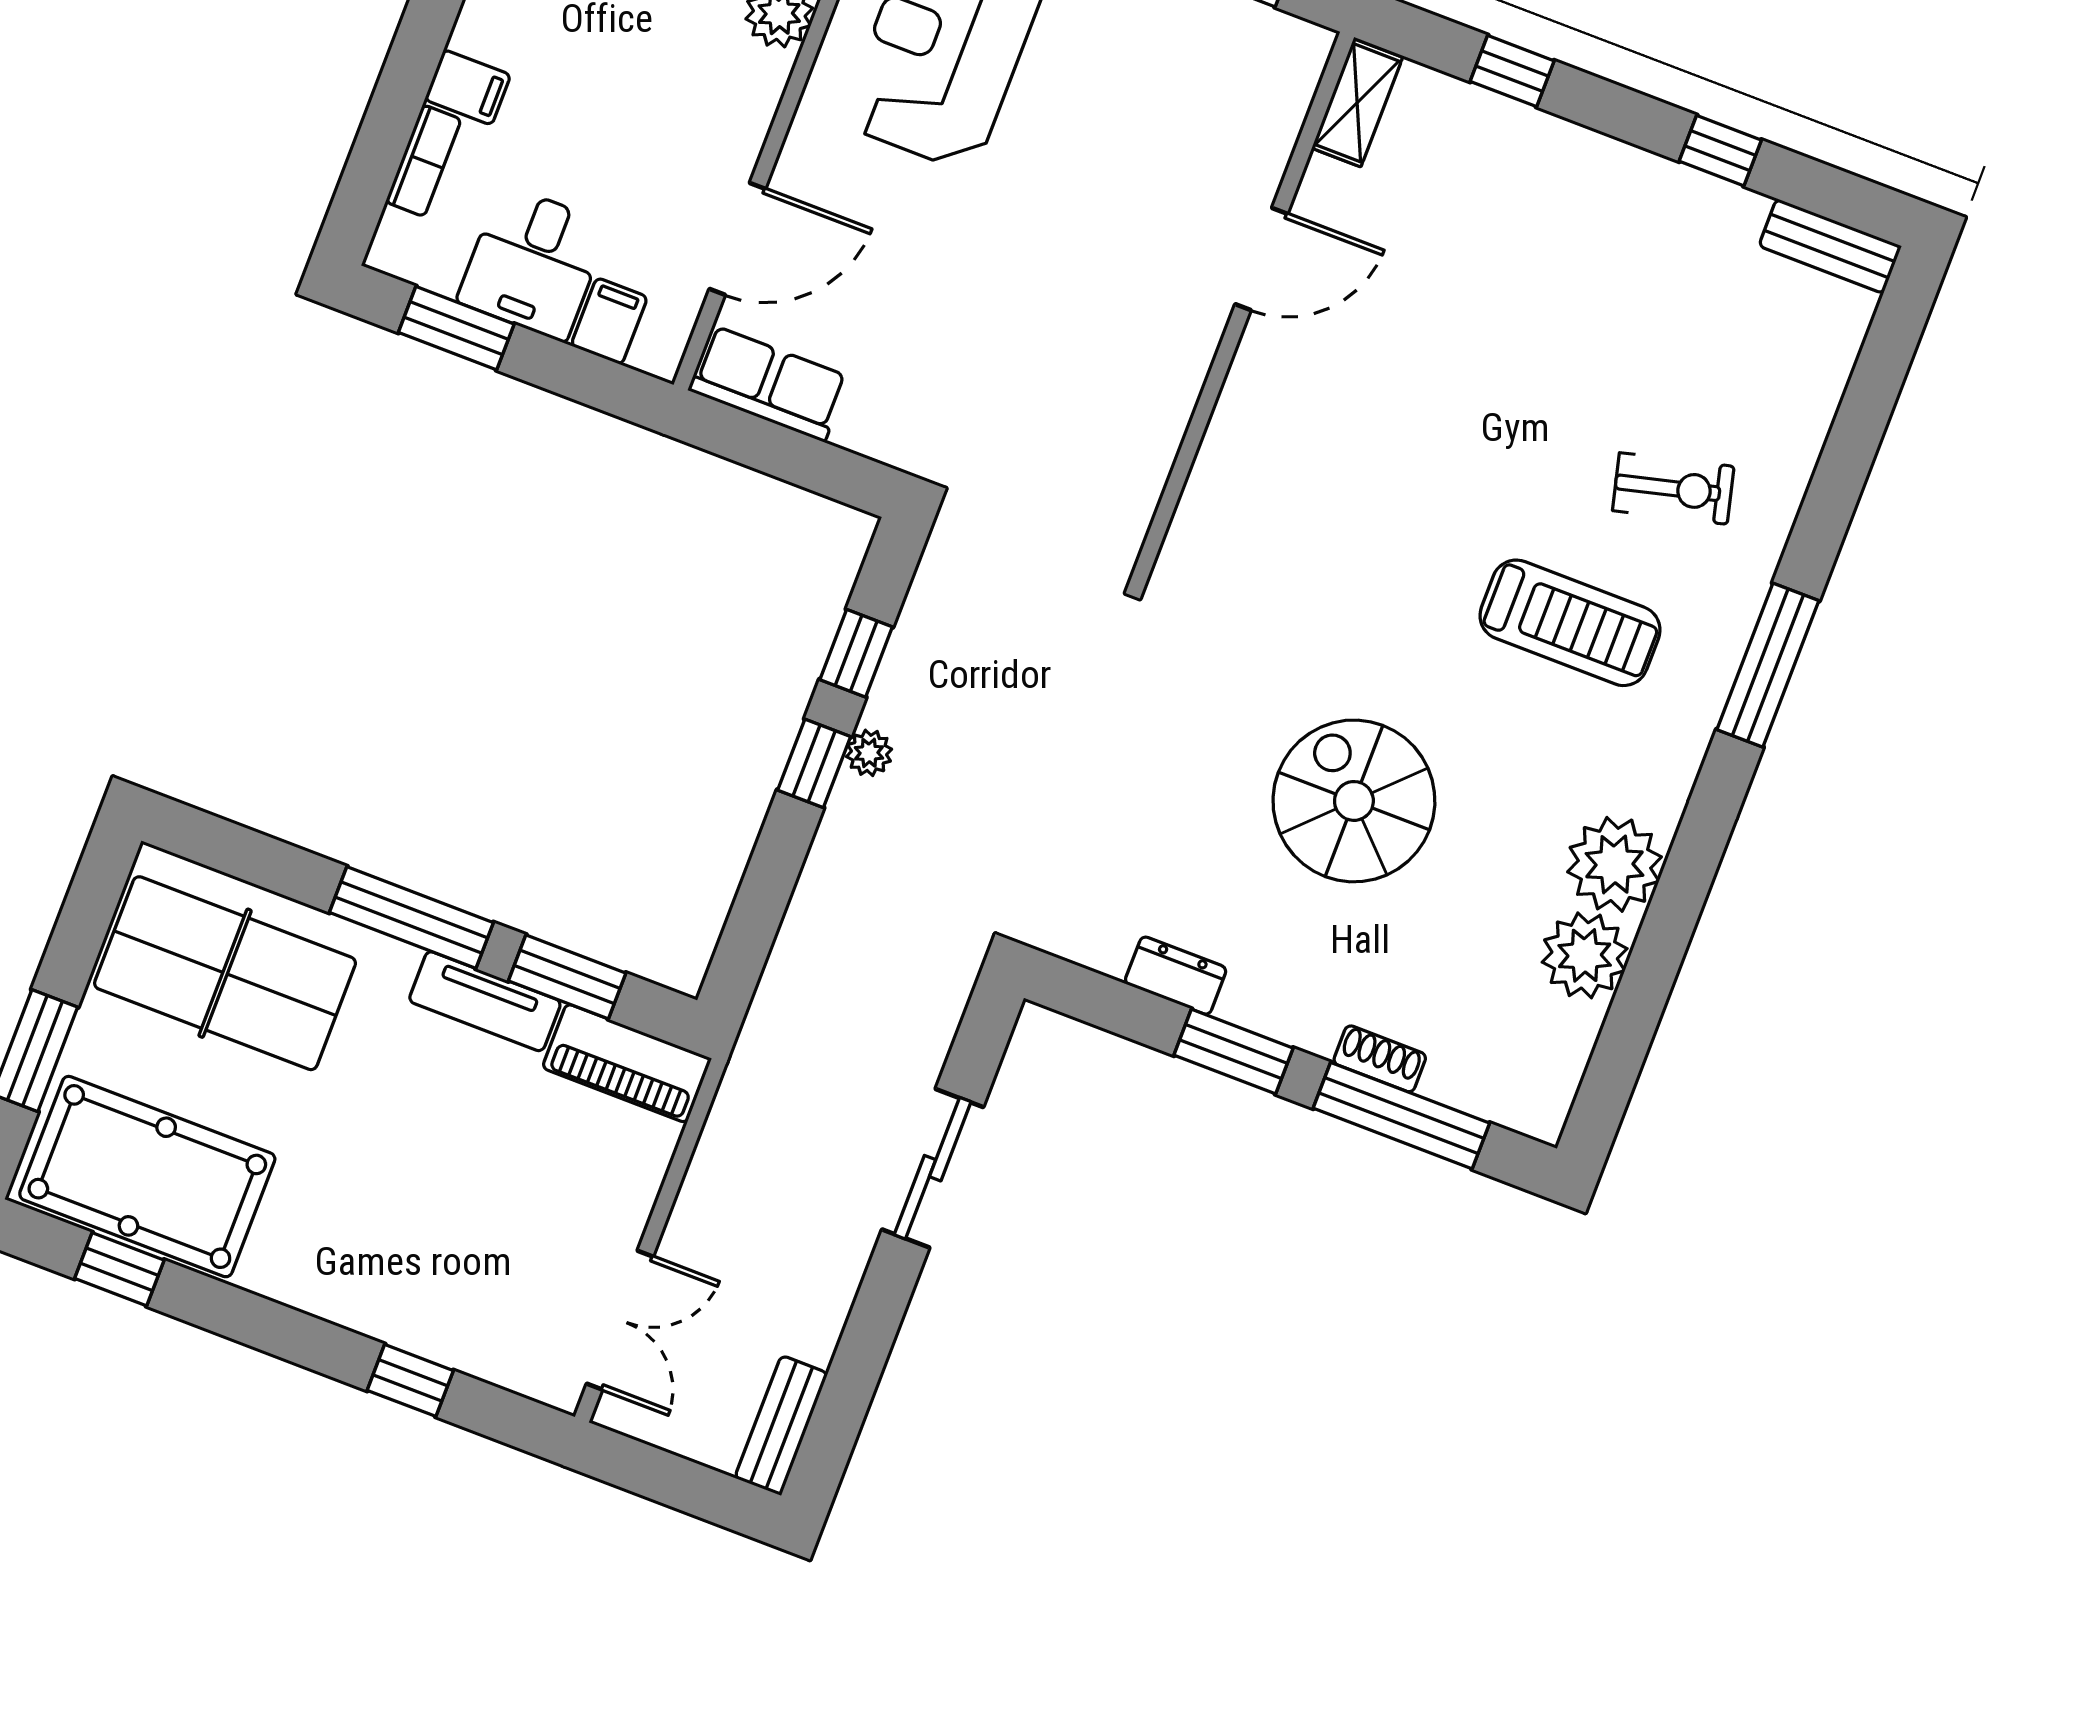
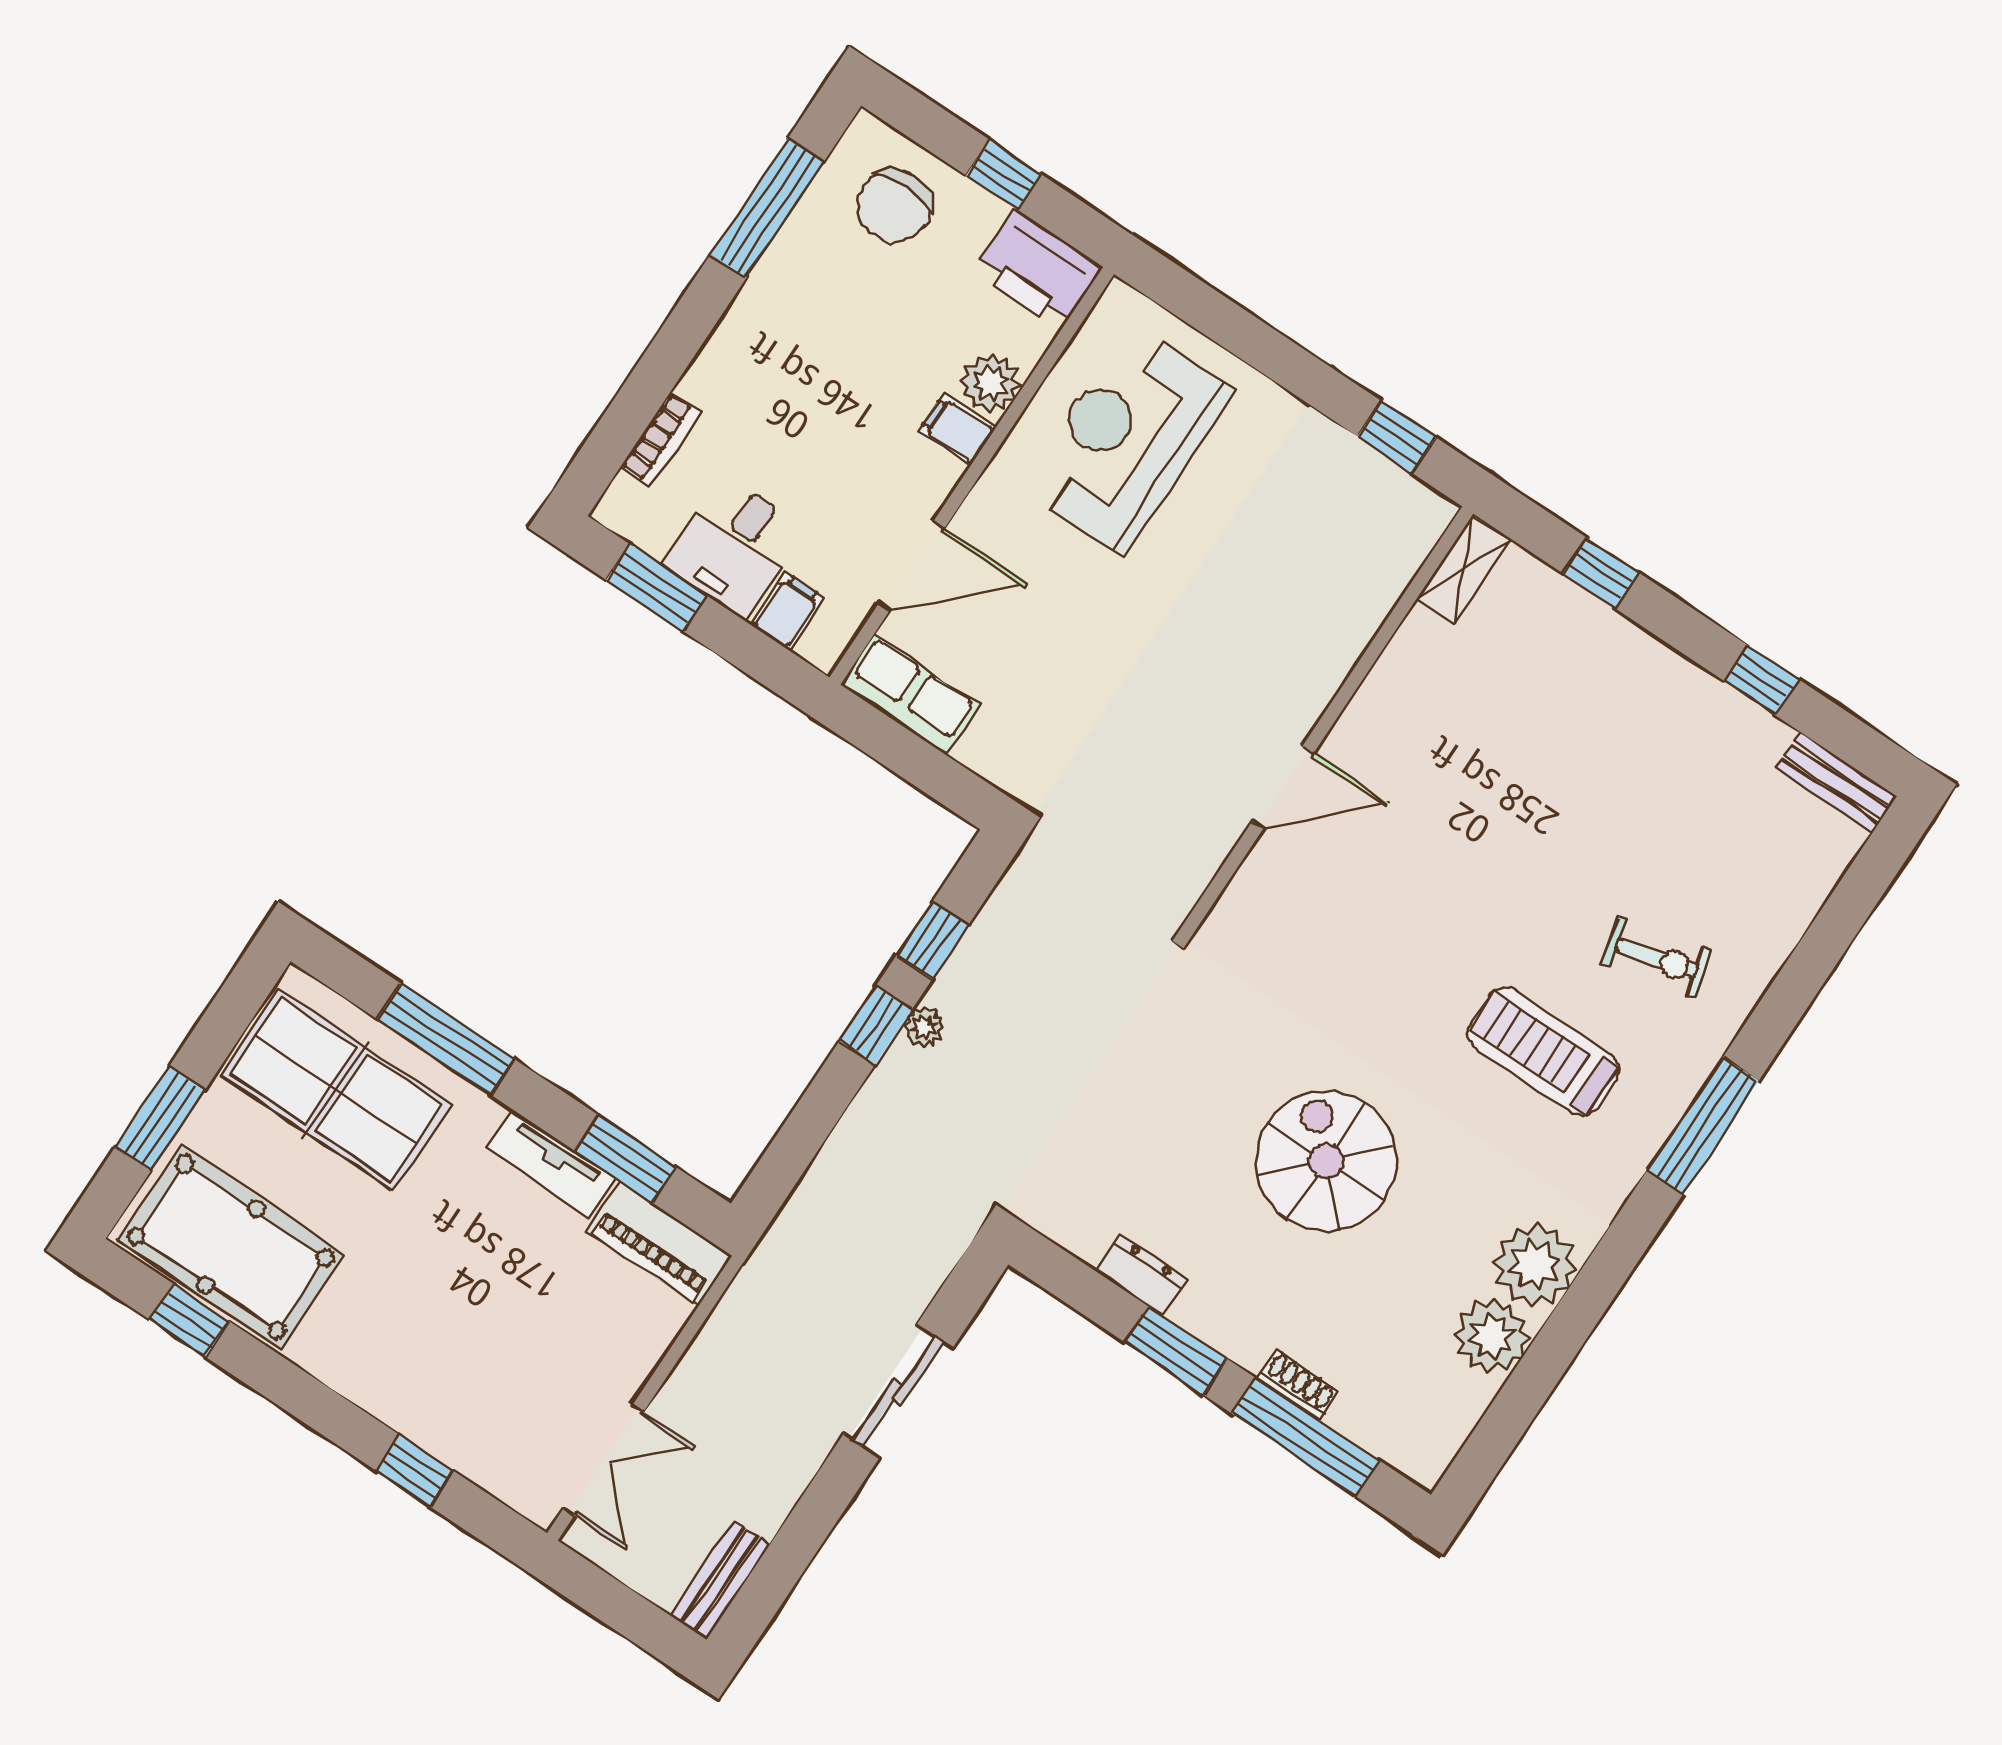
filing cabinet: (468, 87) -> (957, 430), moved, turned 180
door: (1261, 259) -> (1283, 787), moved
treadmill: (1570, 623) -> (1543, 1052), turned 180
window: (411, 917) -> (446, 1039), moved

